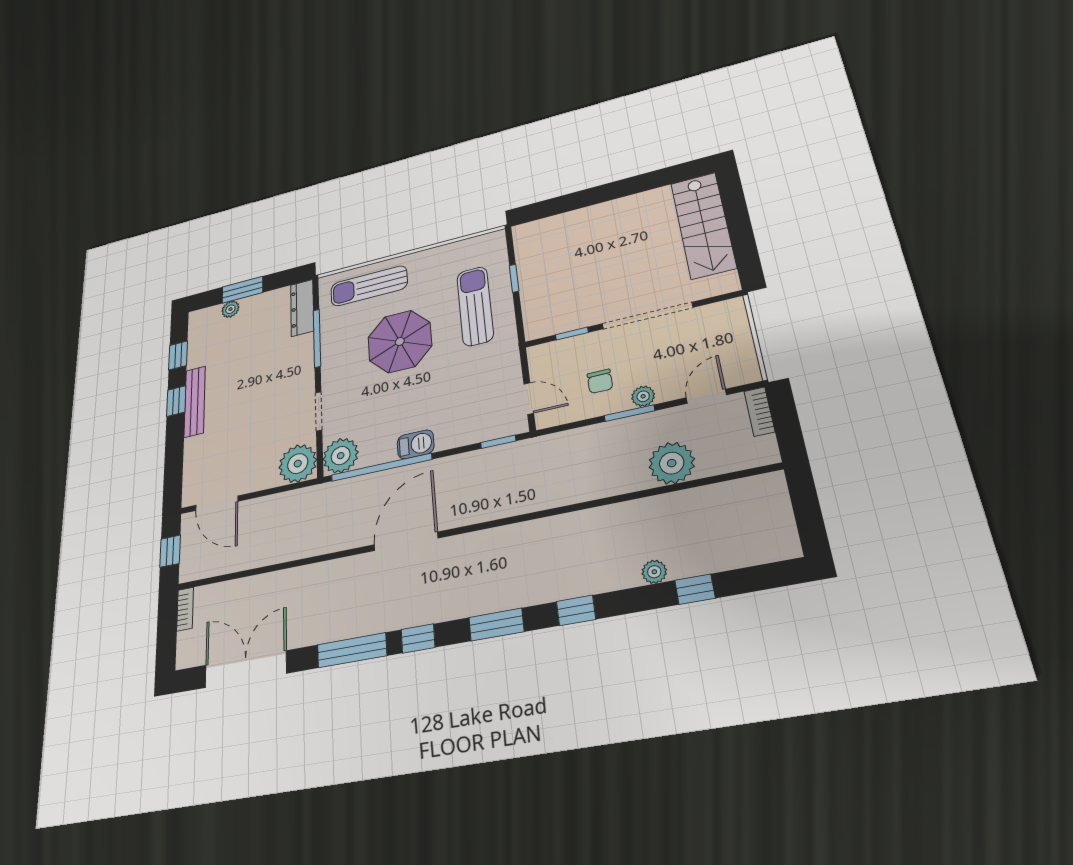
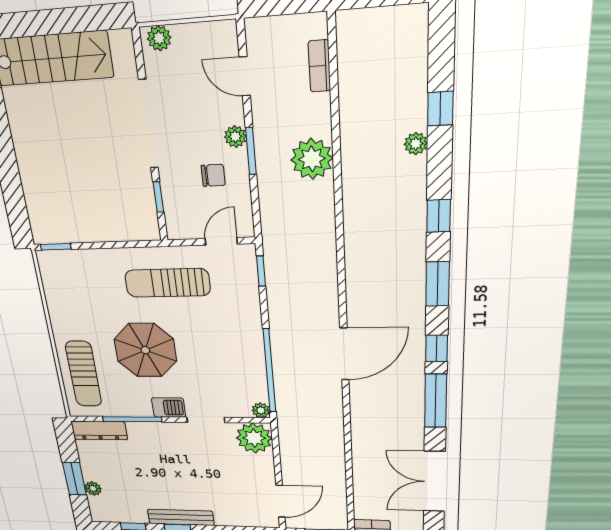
window: (514, 278) -> (56, 247), moved
sun lounger: (475, 306) -> (167, 283), moved
plant: (735, 315) -> (159, 38), added
bookcase: (759, 412) -> (319, 66), moved, turned 90
barbecue: (416, 444) -> (169, 408), moved, turned 90
plant: (341, 456) -> (261, 410), width x0.53, depth x0.53
plant: (672, 463) -> (312, 159), moved
door: (406, 541) -> (344, 354), swing flipped

